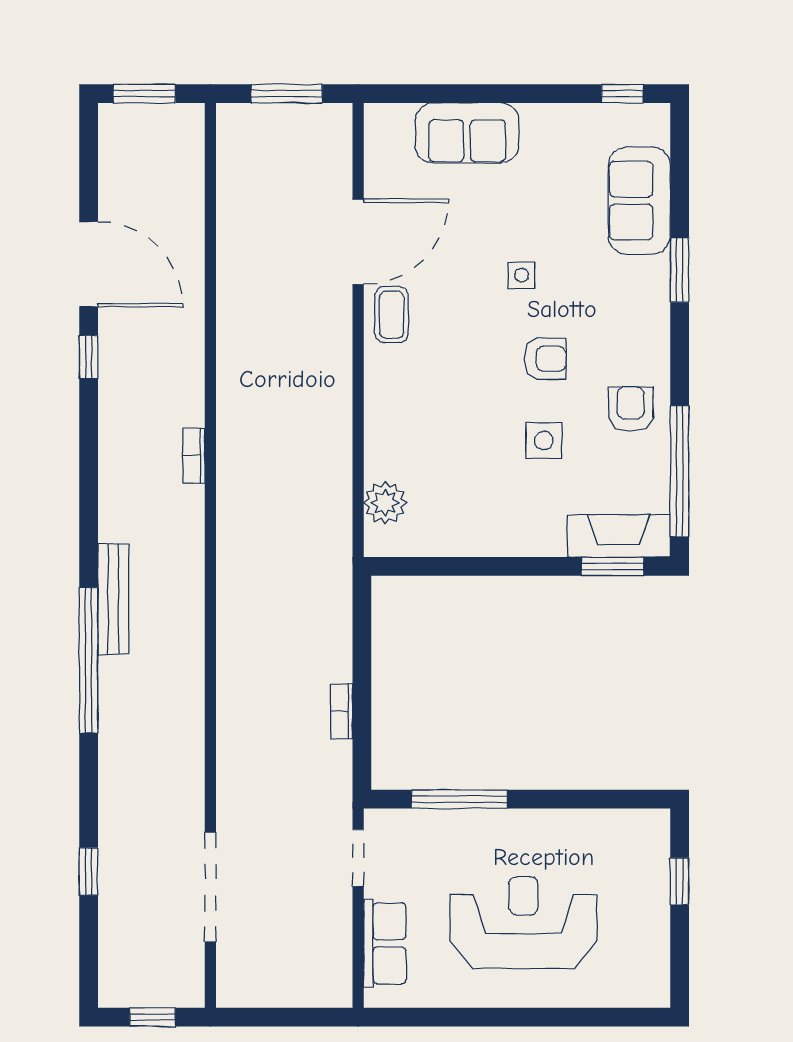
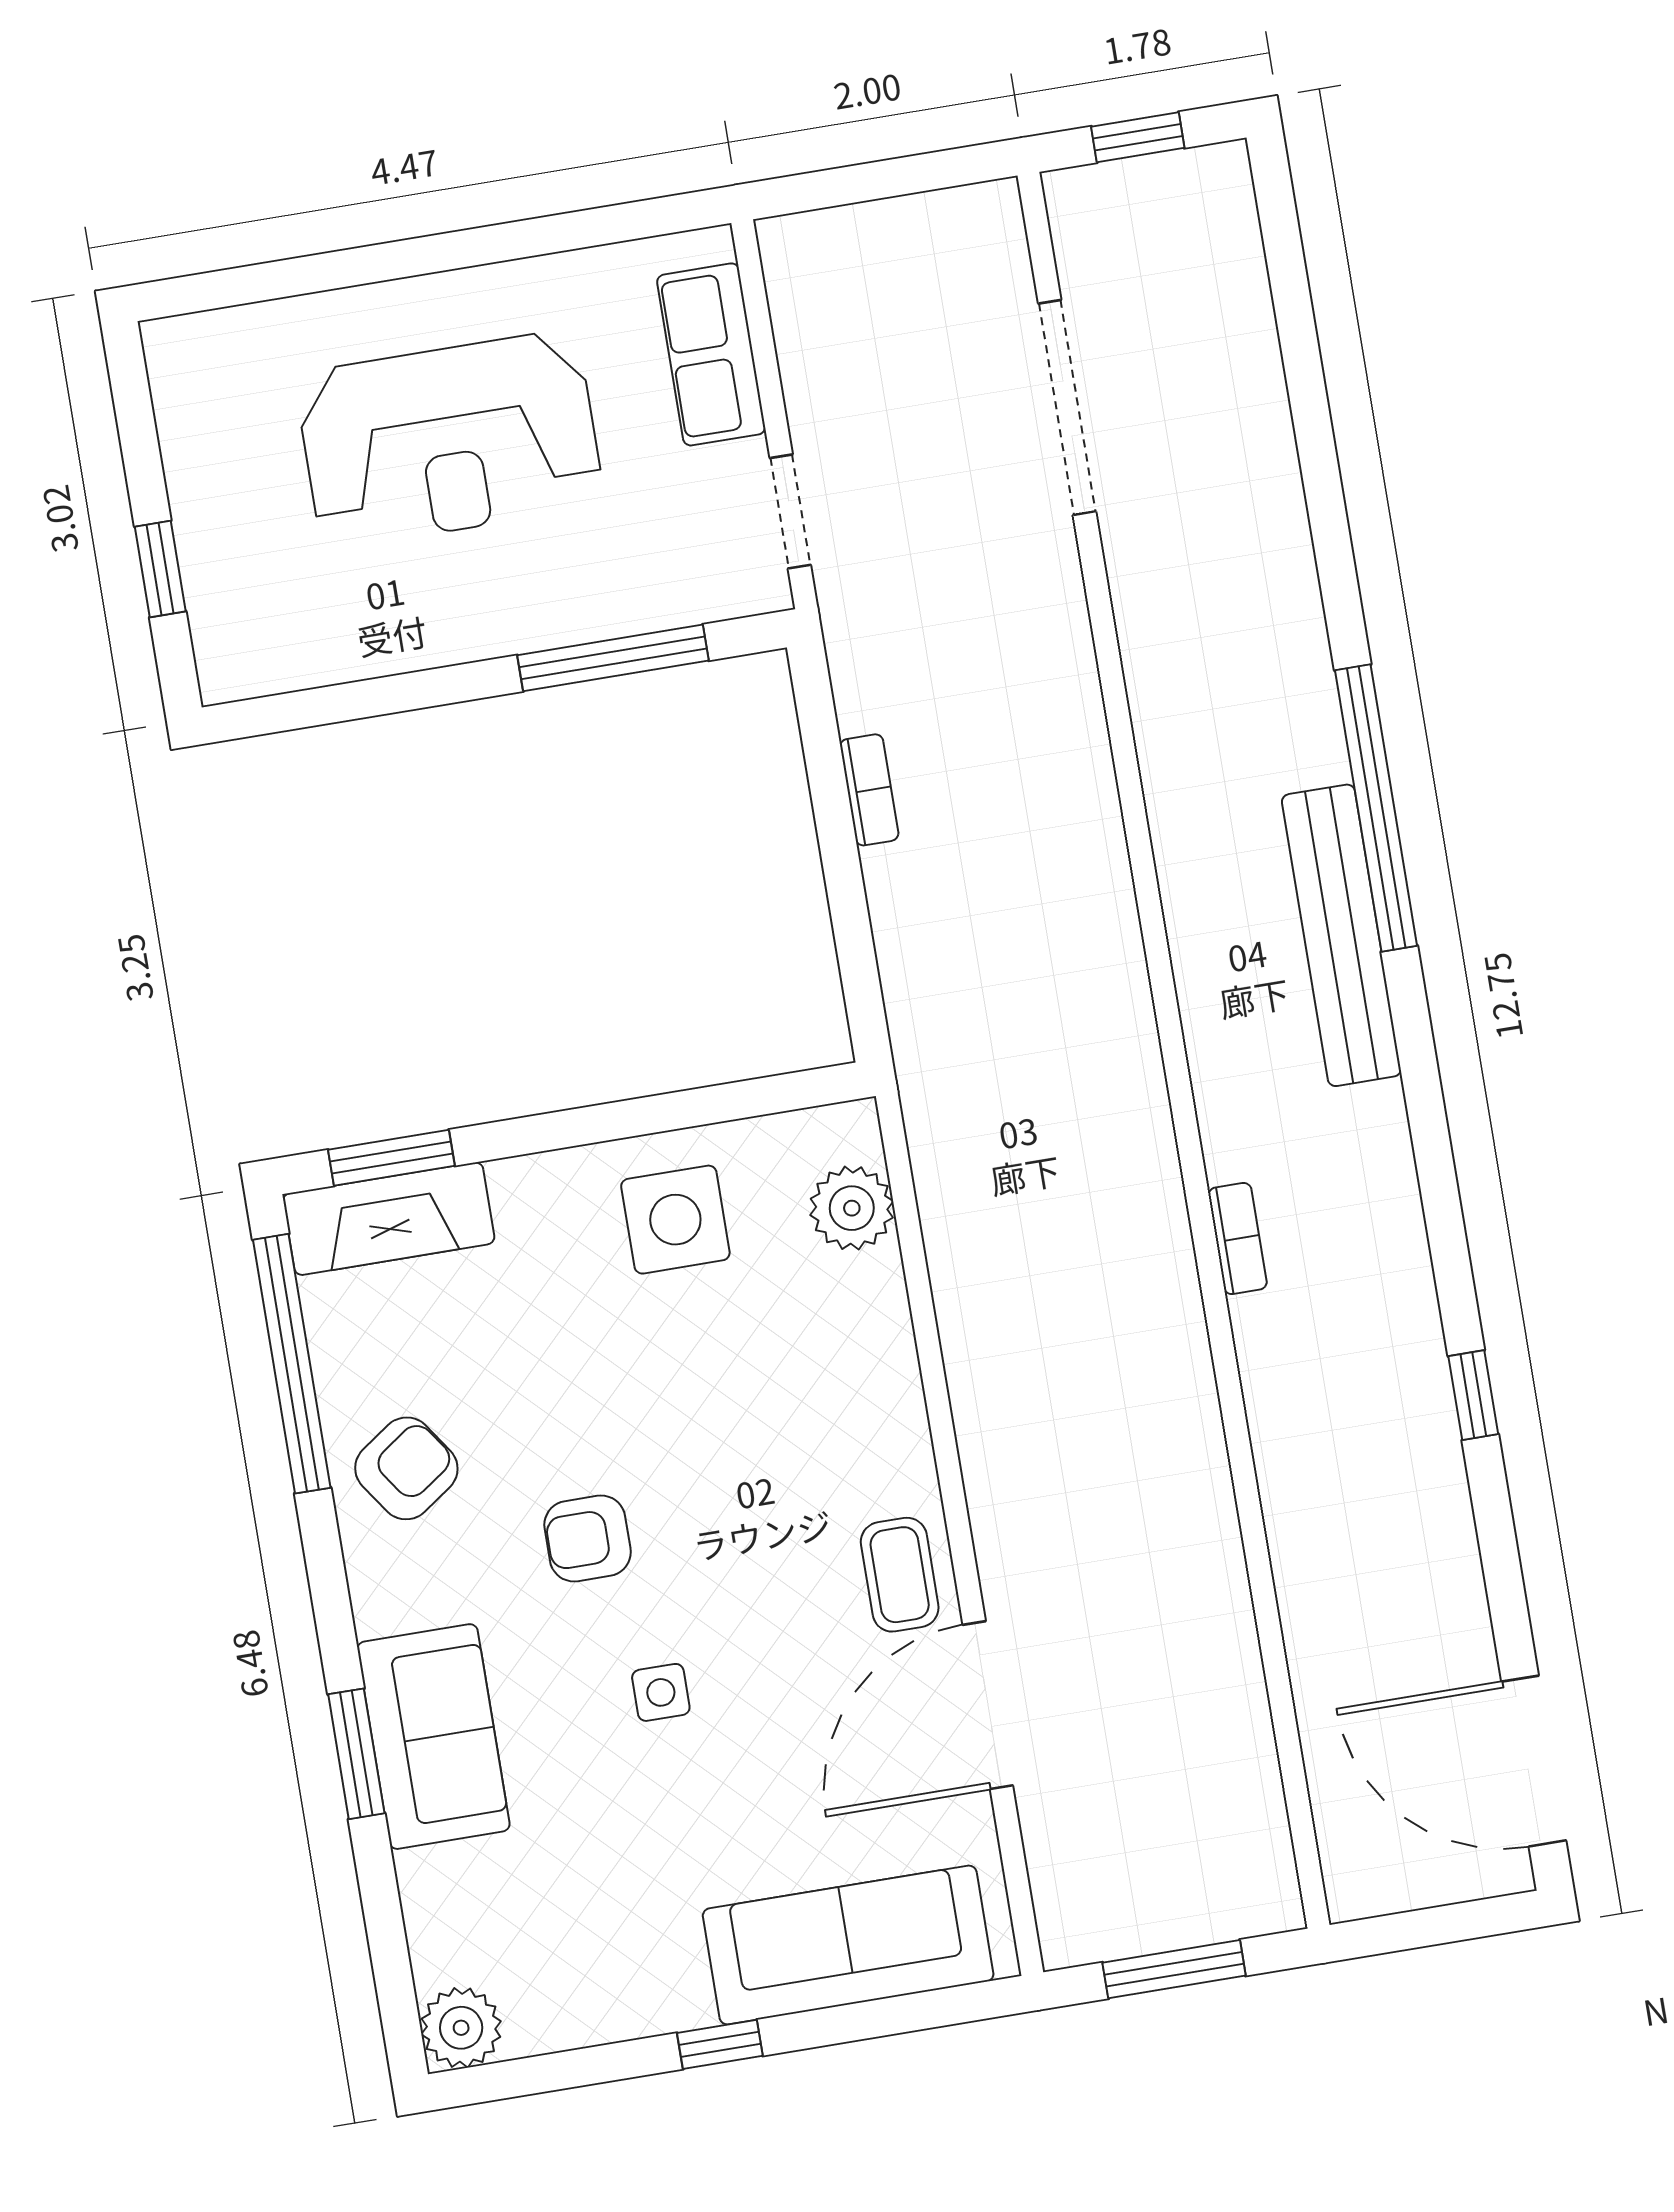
window: (144, 94) -> (1450, 1924), removed
window: (622, 94) -> (720, 2044), moved
plant: (650, 123) -> (461, 2028), added
sofa: (467, 133) -> (848, 1945), width x1.36
sofa: (639, 201) -> (433, 1737), moved
door: (89, 264) -> (1534, 1761), moved
armchair: (631, 409) -> (406, 1468), turned -125
side table: (544, 441) -> (675, 1220), moved, width x1.37, depth x1.37
bench: (113, 599) -> (1341, 935), width x1.37, depth x1.21
window: (89, 871) -> (1308, 399), removed

